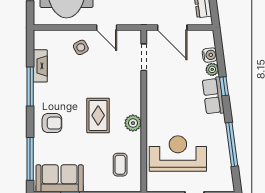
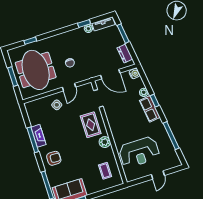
door: (107, 27) -> (69, 87), hinge flipped
water cooler: (210, 55) -> (134, 74), moved
fireplace: (40, 66) -> (39, 136), moved
rug: (98, 115) -> (91, 125), moved
reception desk: (178, 154) -> (139, 152), turned 180

